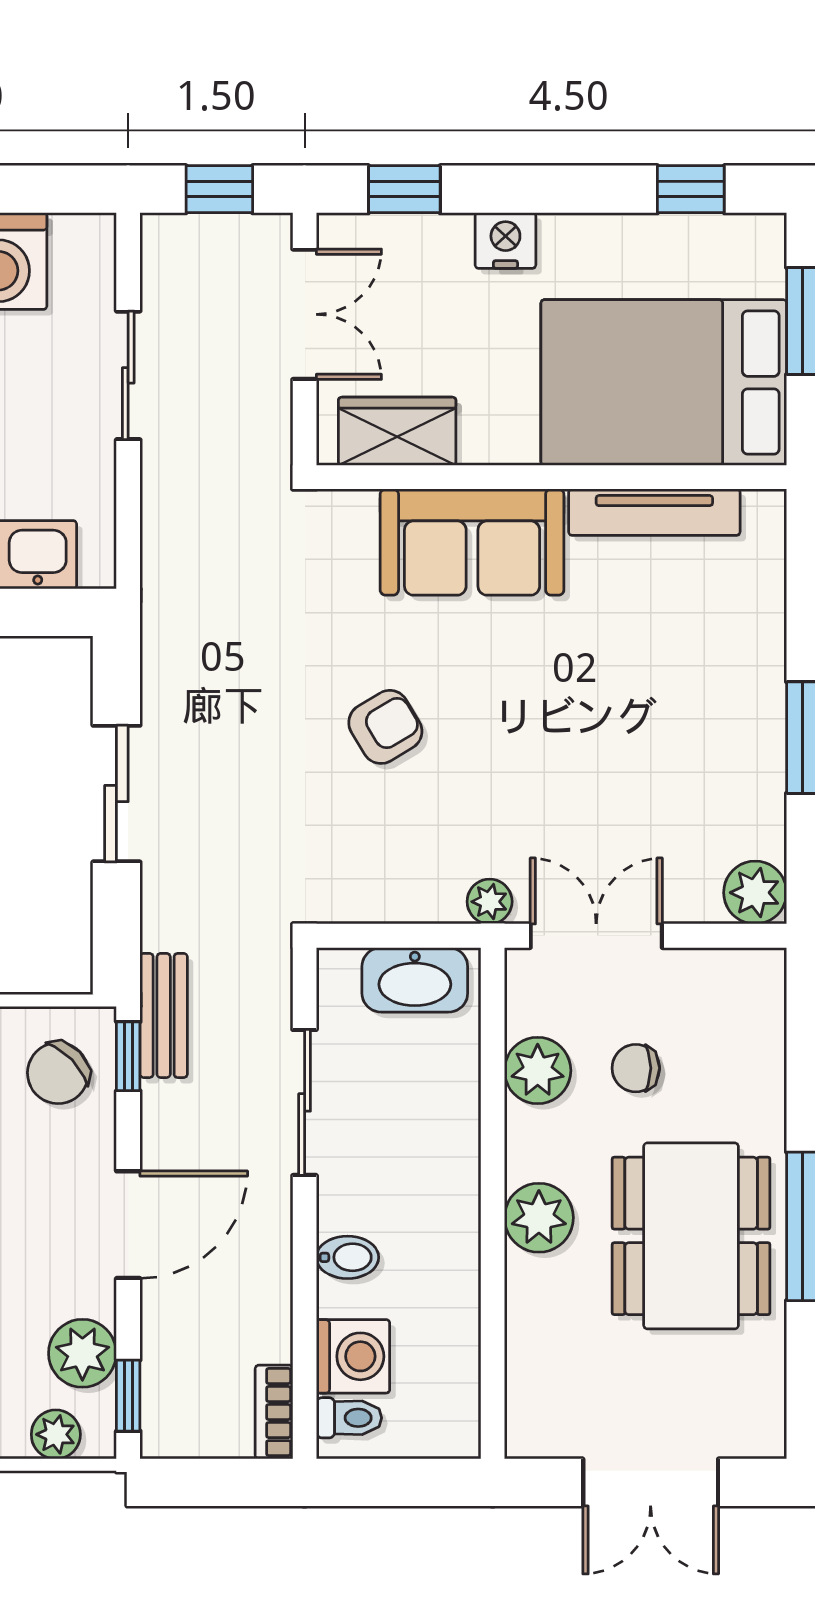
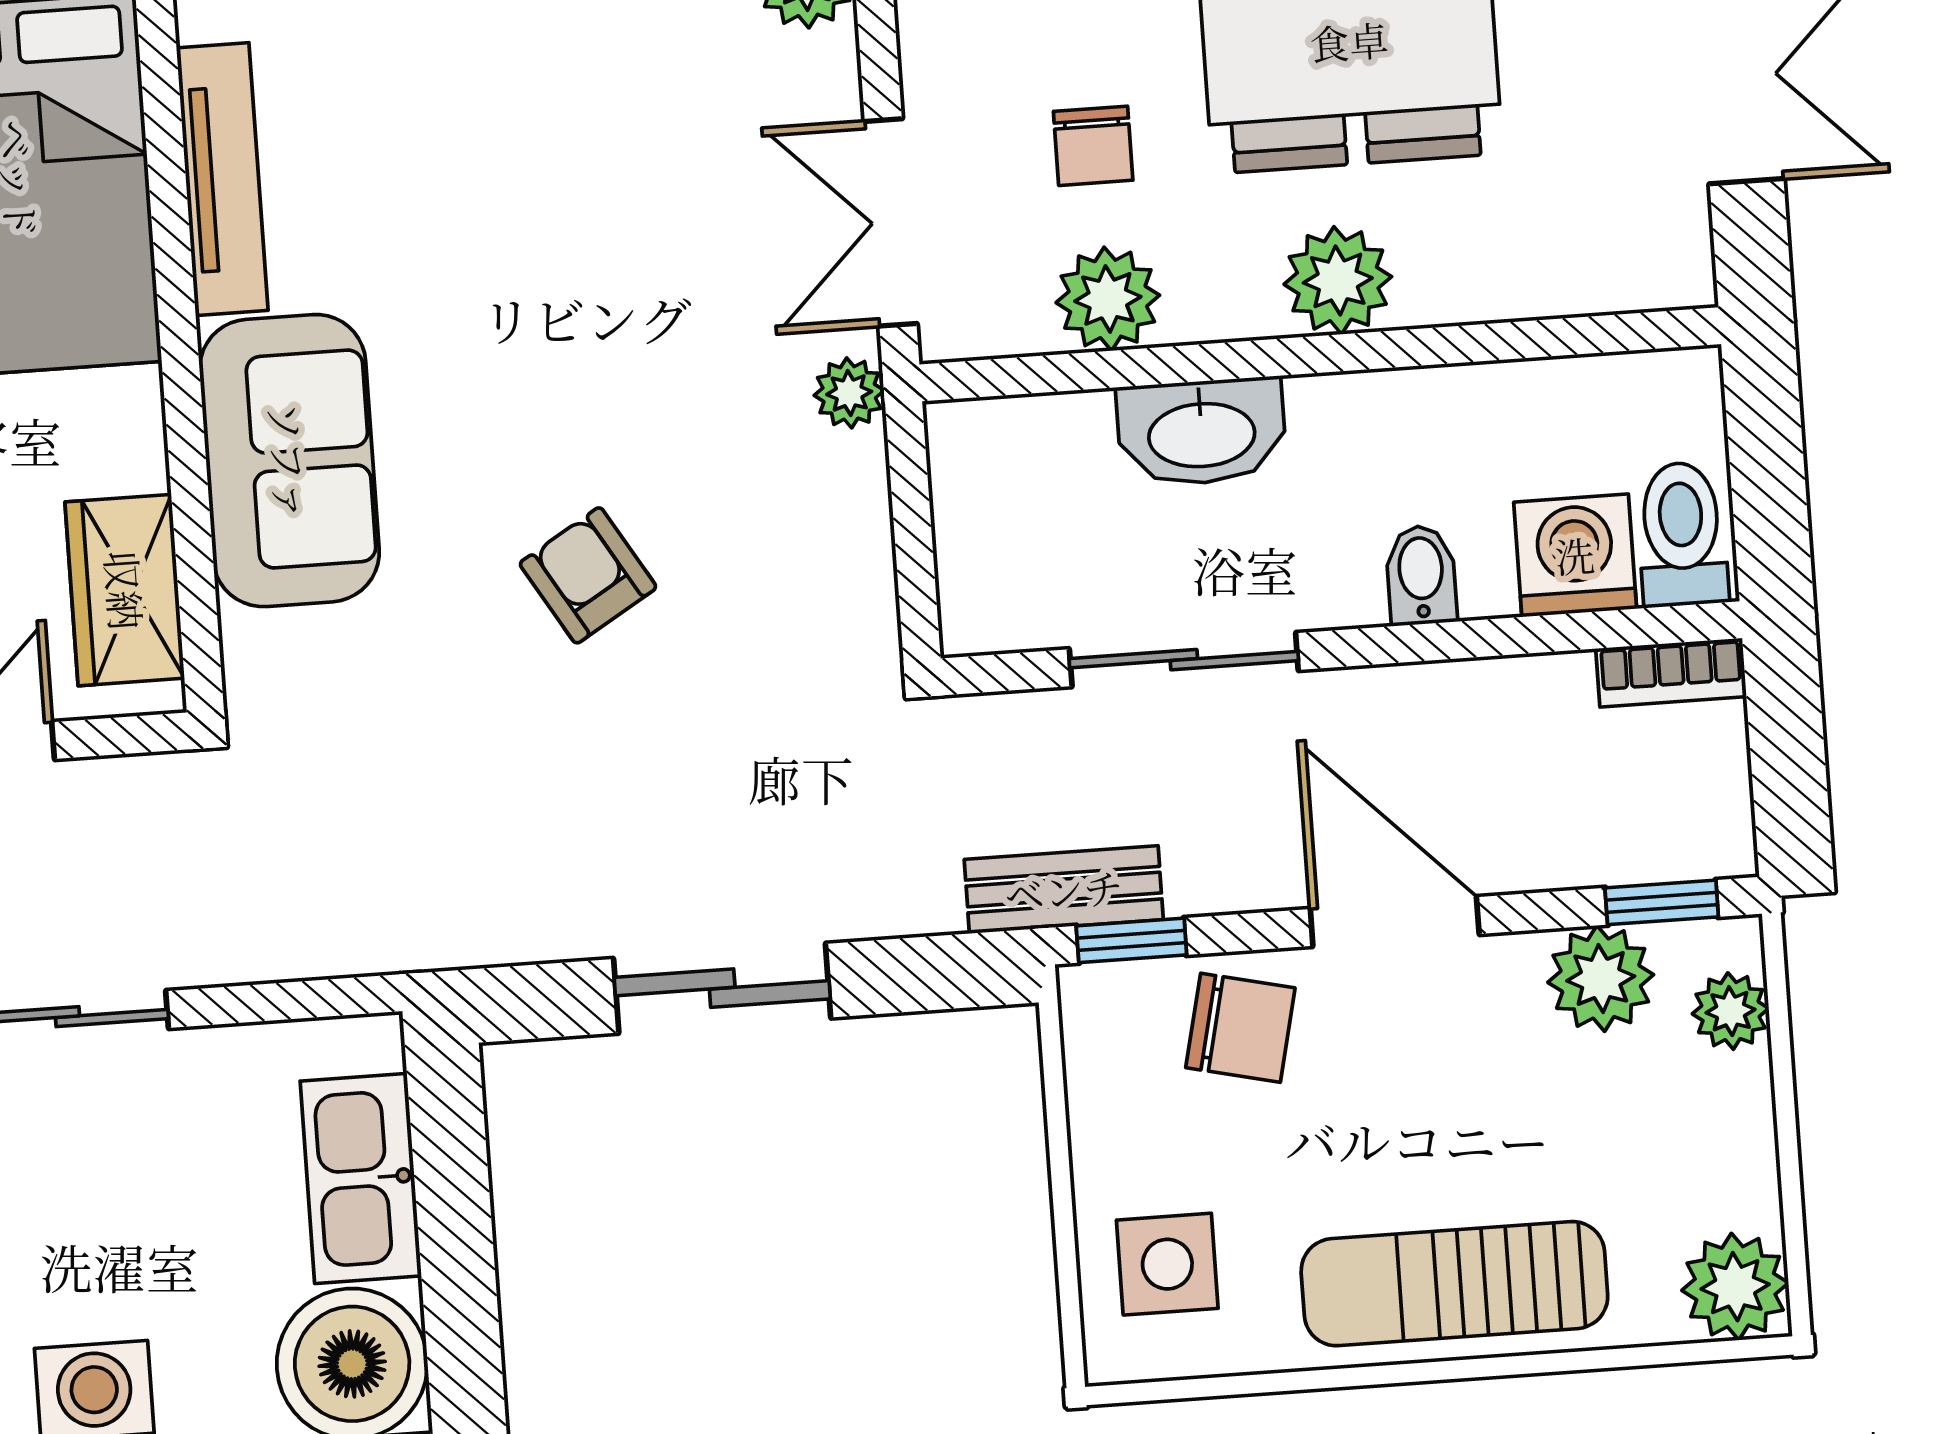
washbasin: (415, 980) -> (1202, 432), moved, turned 90
chair: (58, 1073) -> (1240, 1028), moved, turned -33
toilet: (349, 1418) -> (1682, 534), width x1.37, depth x1.39

